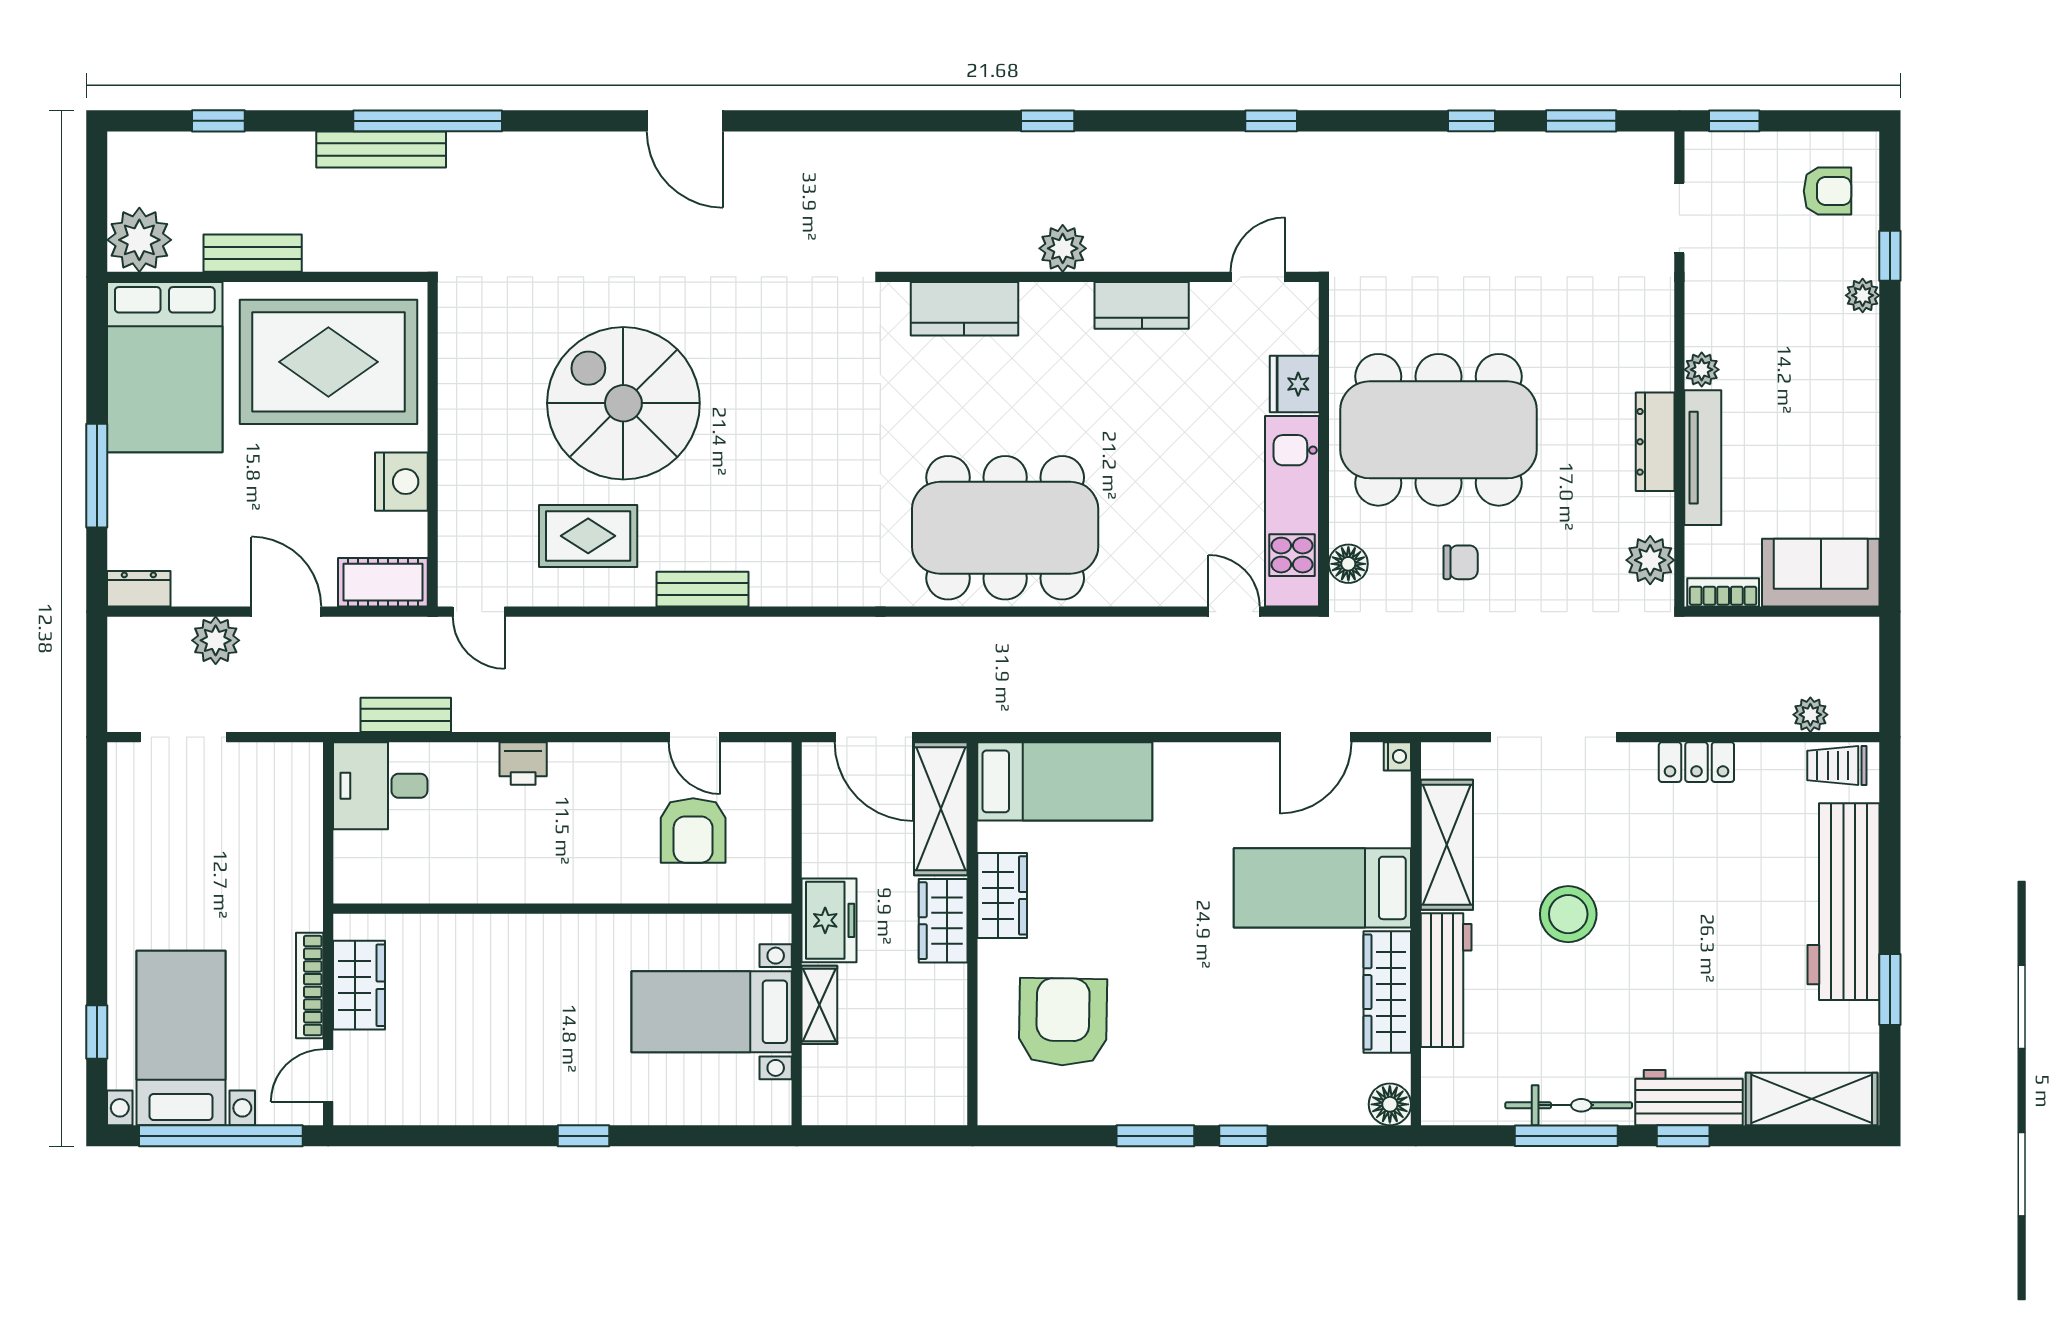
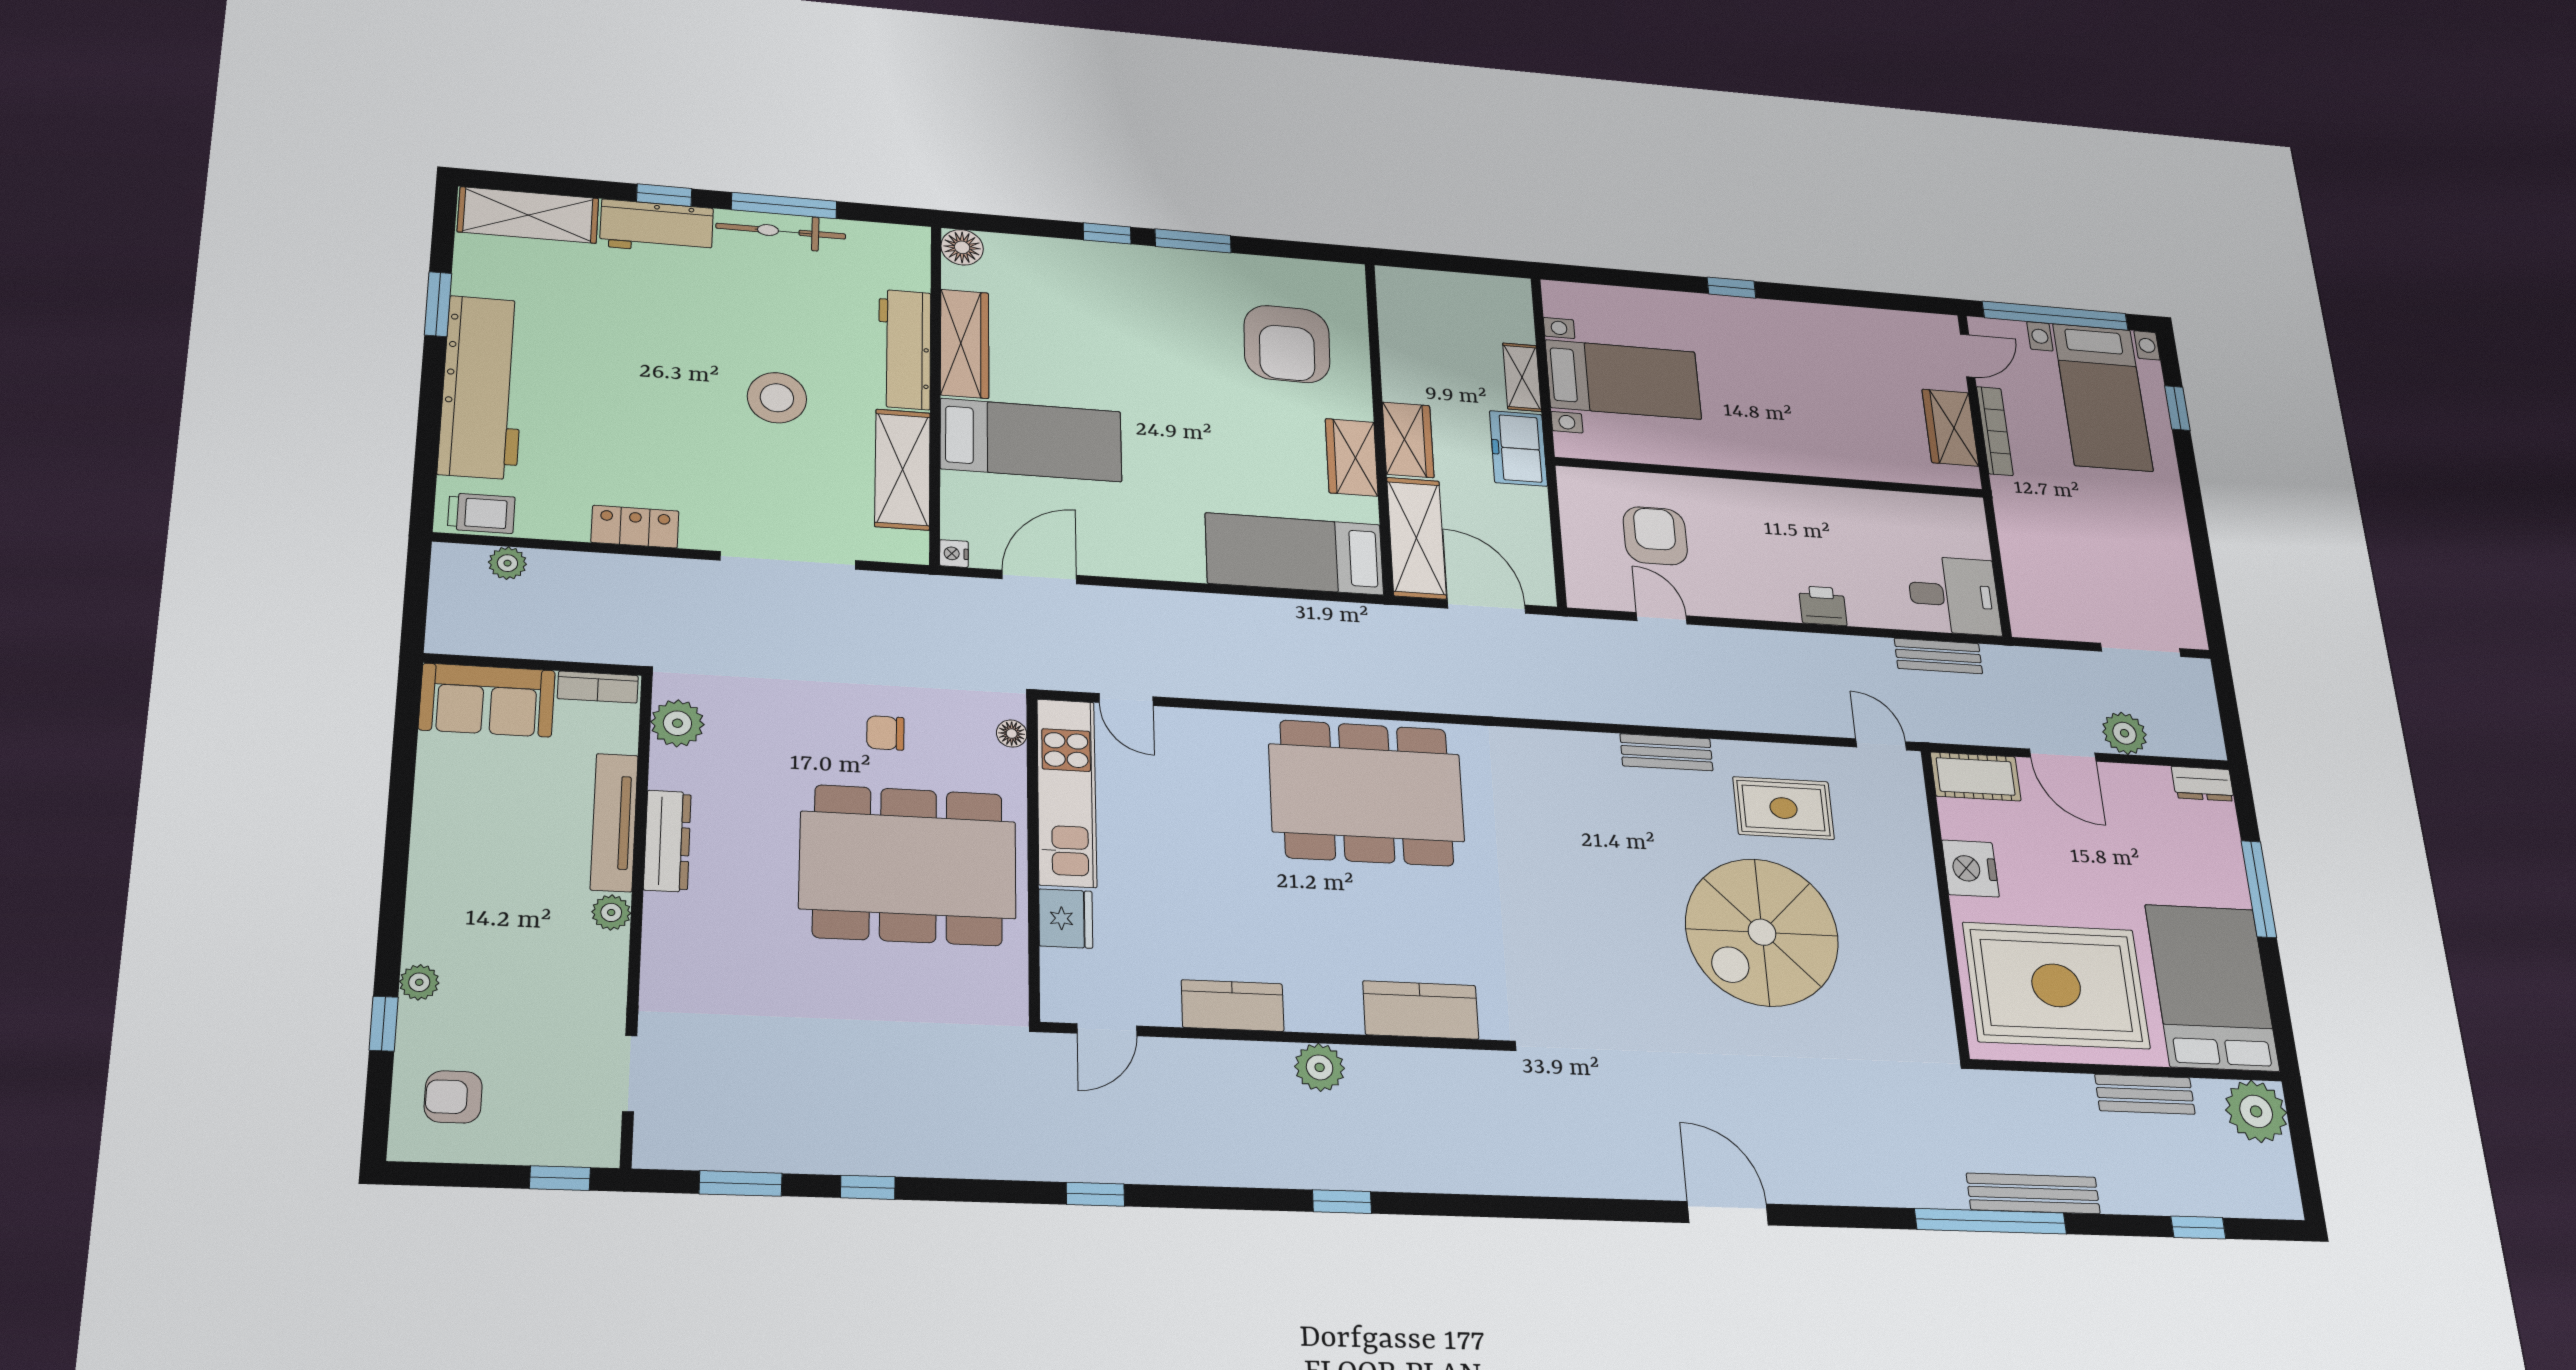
spiral stairs: (623, 403) -> (1762, 932), turned 90
floor lamp: (1348, 564) -> (1012, 734), width x0.73, depth x0.73

